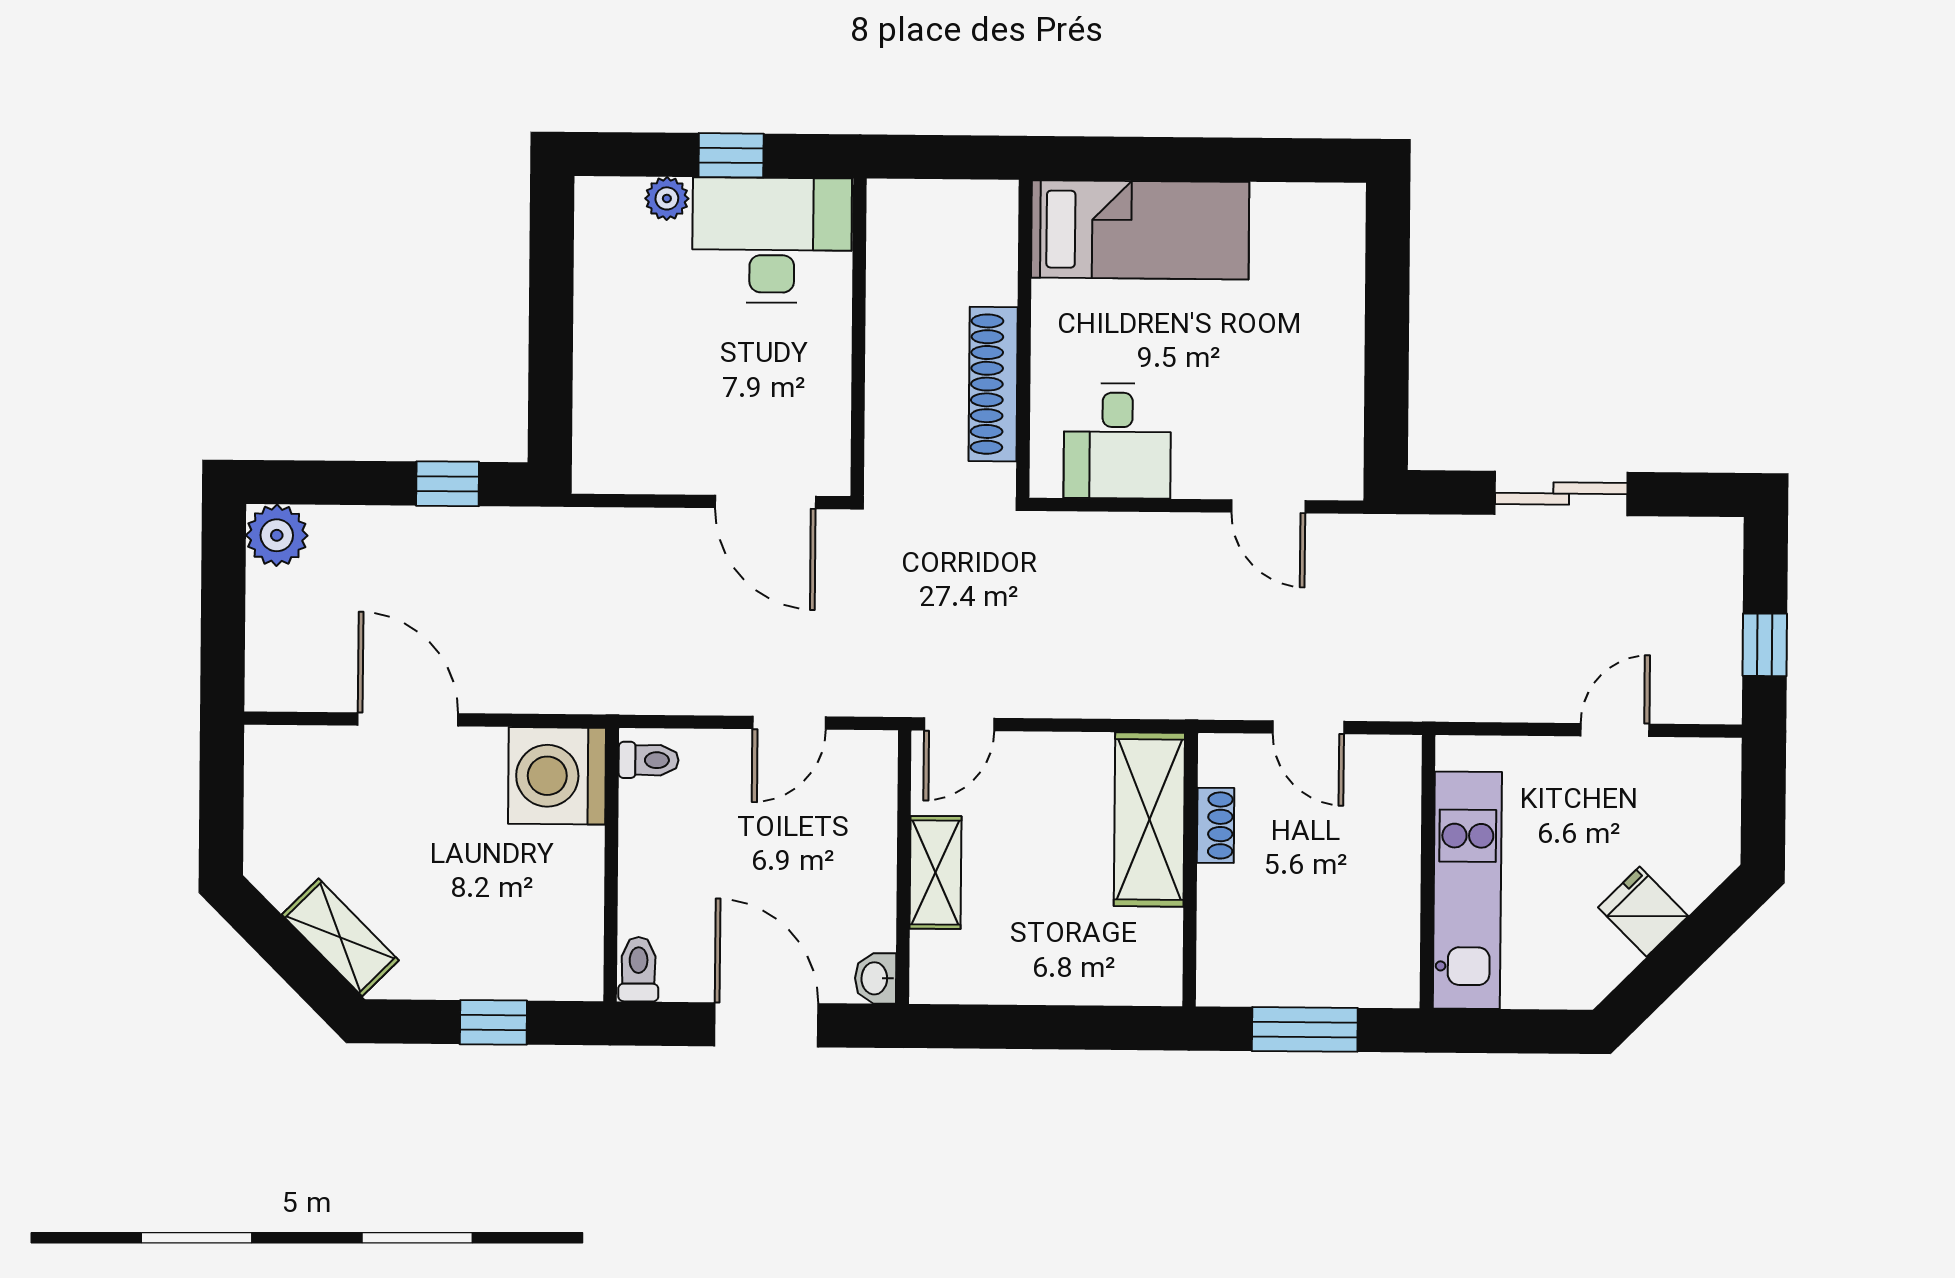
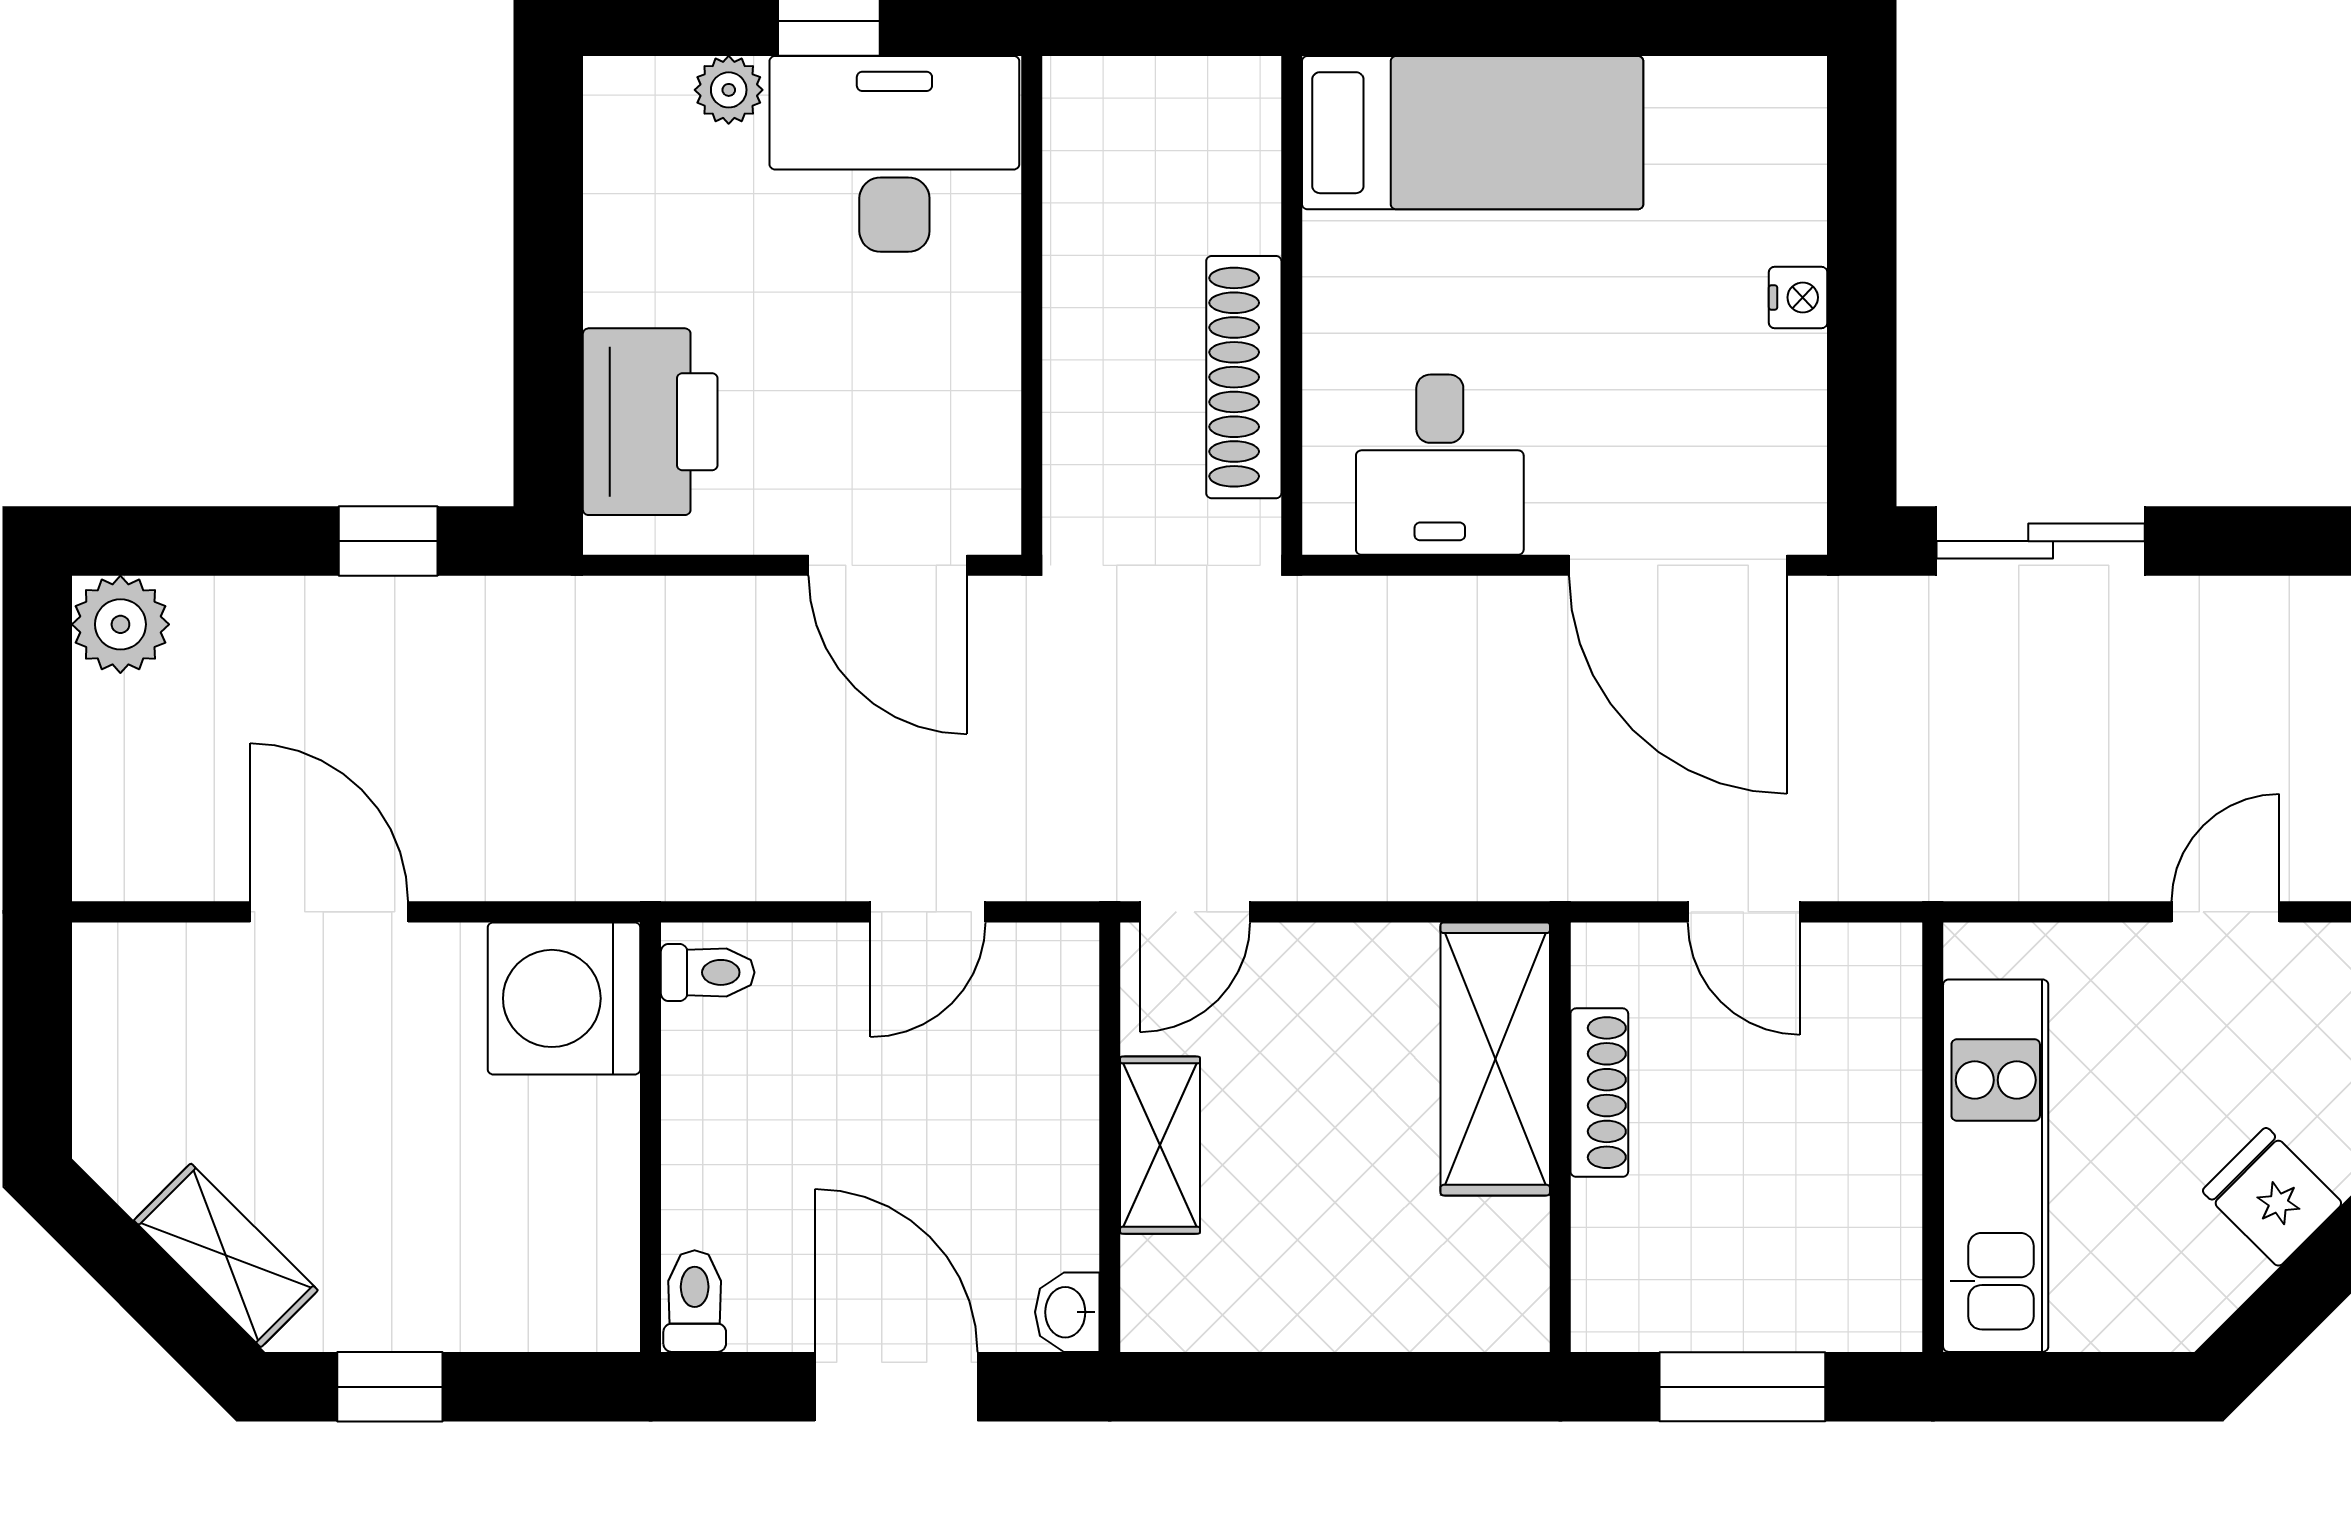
nightstand: (1346, 337) -> (1798, 297), added
printer: (615, 409) -> (650, 422), added
sliding door: (1561, 493) -> (2041, 541), moved
door: (1268, 506) -> (1678, 565), width x1.88
shoe rack: (1216, 825) -> (1599, 1093), width x1.43
window: (493, 1022) -> (390, 1387), moved

